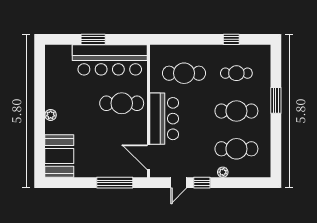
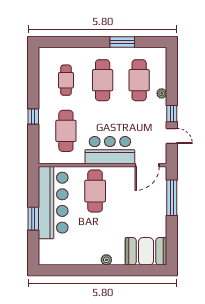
window: (231, 39) -> (33, 117), moved
window: (276, 100) -> (122, 42), moved

